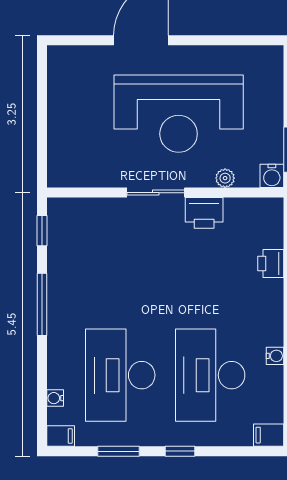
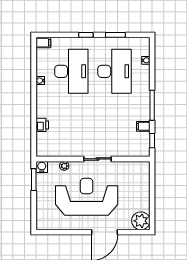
plant: (66, 64) -> (141, 221), added
printer: (204, 213) -> (74, 149), removed
filing cabinet: (61, 436) -> (143, 126), moved

